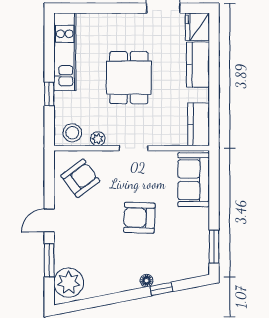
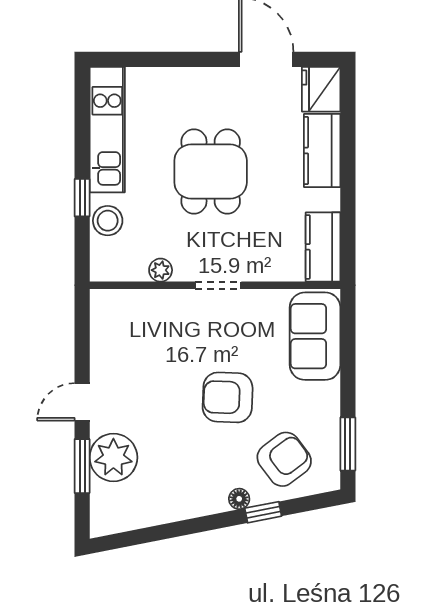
stool: (72, 133) -> (108, 221), moved
armchair: (80, 178) -> (284, 459), moved
plant: (69, 283) -> (113, 457), moved

